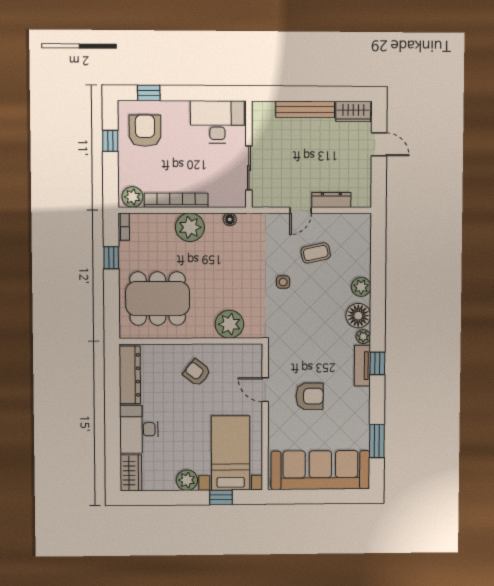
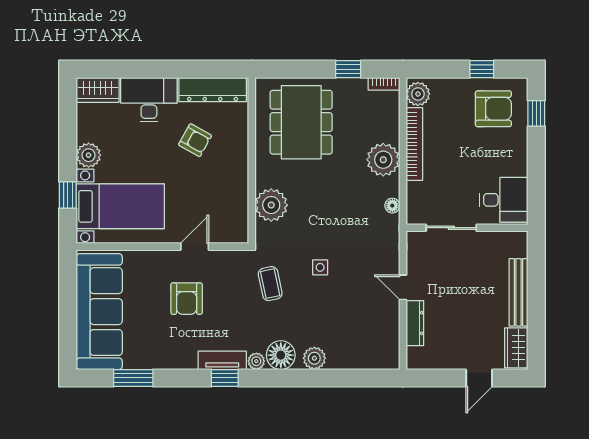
desk: (217, 122) -> (504, 200), width x0.73
coffee table: (316, 253) -> (270, 284), moved
armchair: (197, 373) -> (195, 140), moved, turned 81

